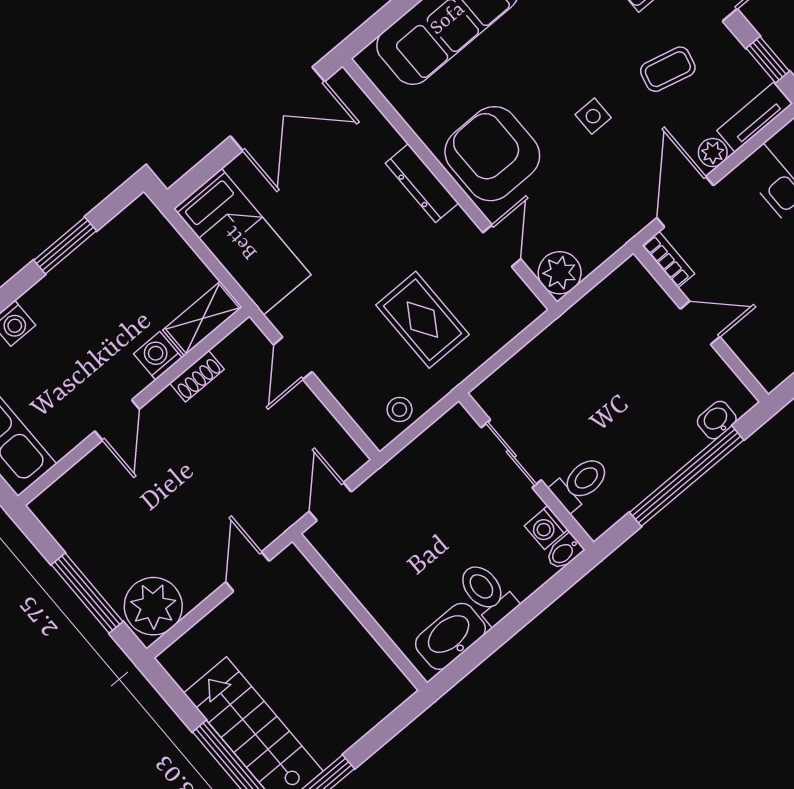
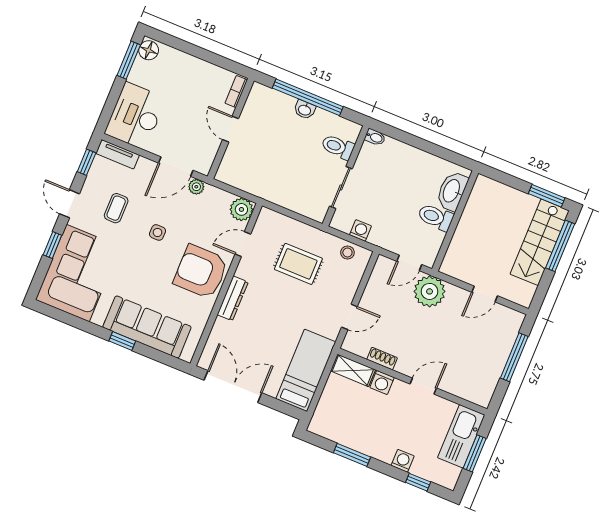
coffee table: (668, 69) -> (116, 208), turned 76
plant: (713, 153) -> (196, 187), moved
armchair: (492, 154) -> (201, 272), turned 90
bookcase: (668, 259) -> (236, 92), moved
rug: (422, 320) -> (298, 264), turned 90
washbasin: (717, 420) -> (305, 110), moved
washing machine: (546, 528) -> (360, 230), moved, turned -90
door: (247, 572) -> (485, 294), moved
toilet: (487, 593) -> (436, 217), moved, turned 90
plant: (153, 606) -> (430, 291), moved
washbasin: (450, 636) -> (452, 191), moved, turned 90

